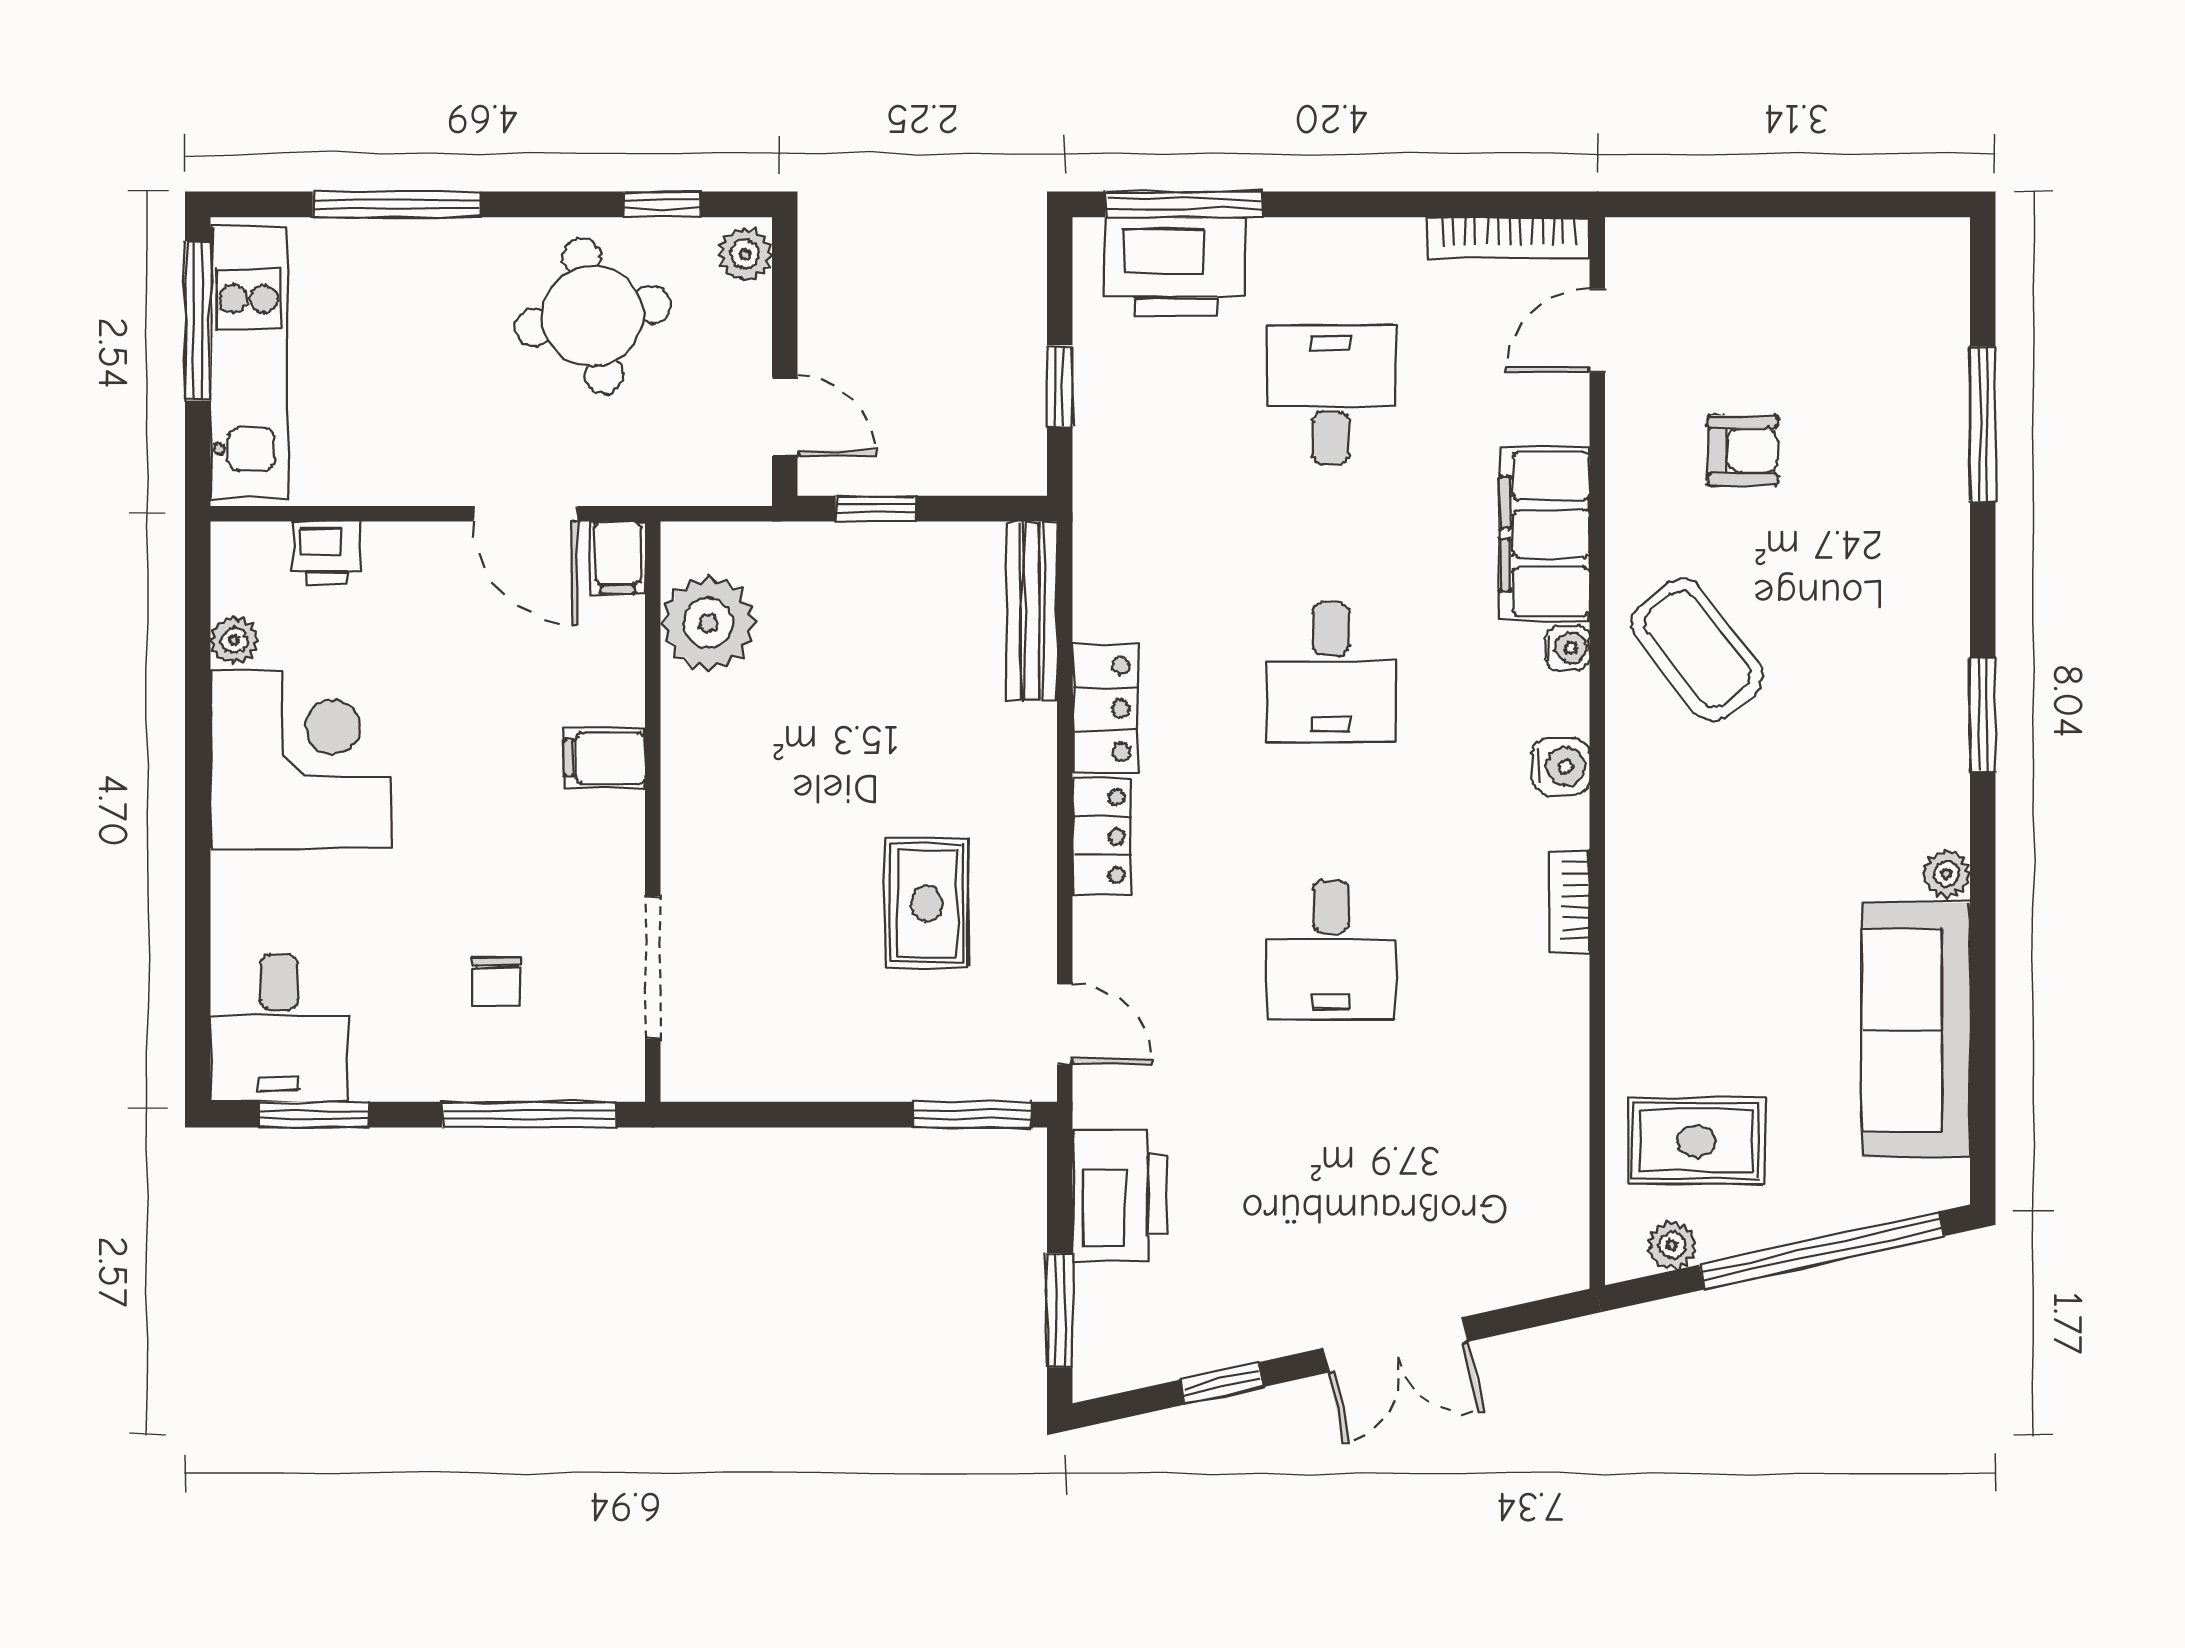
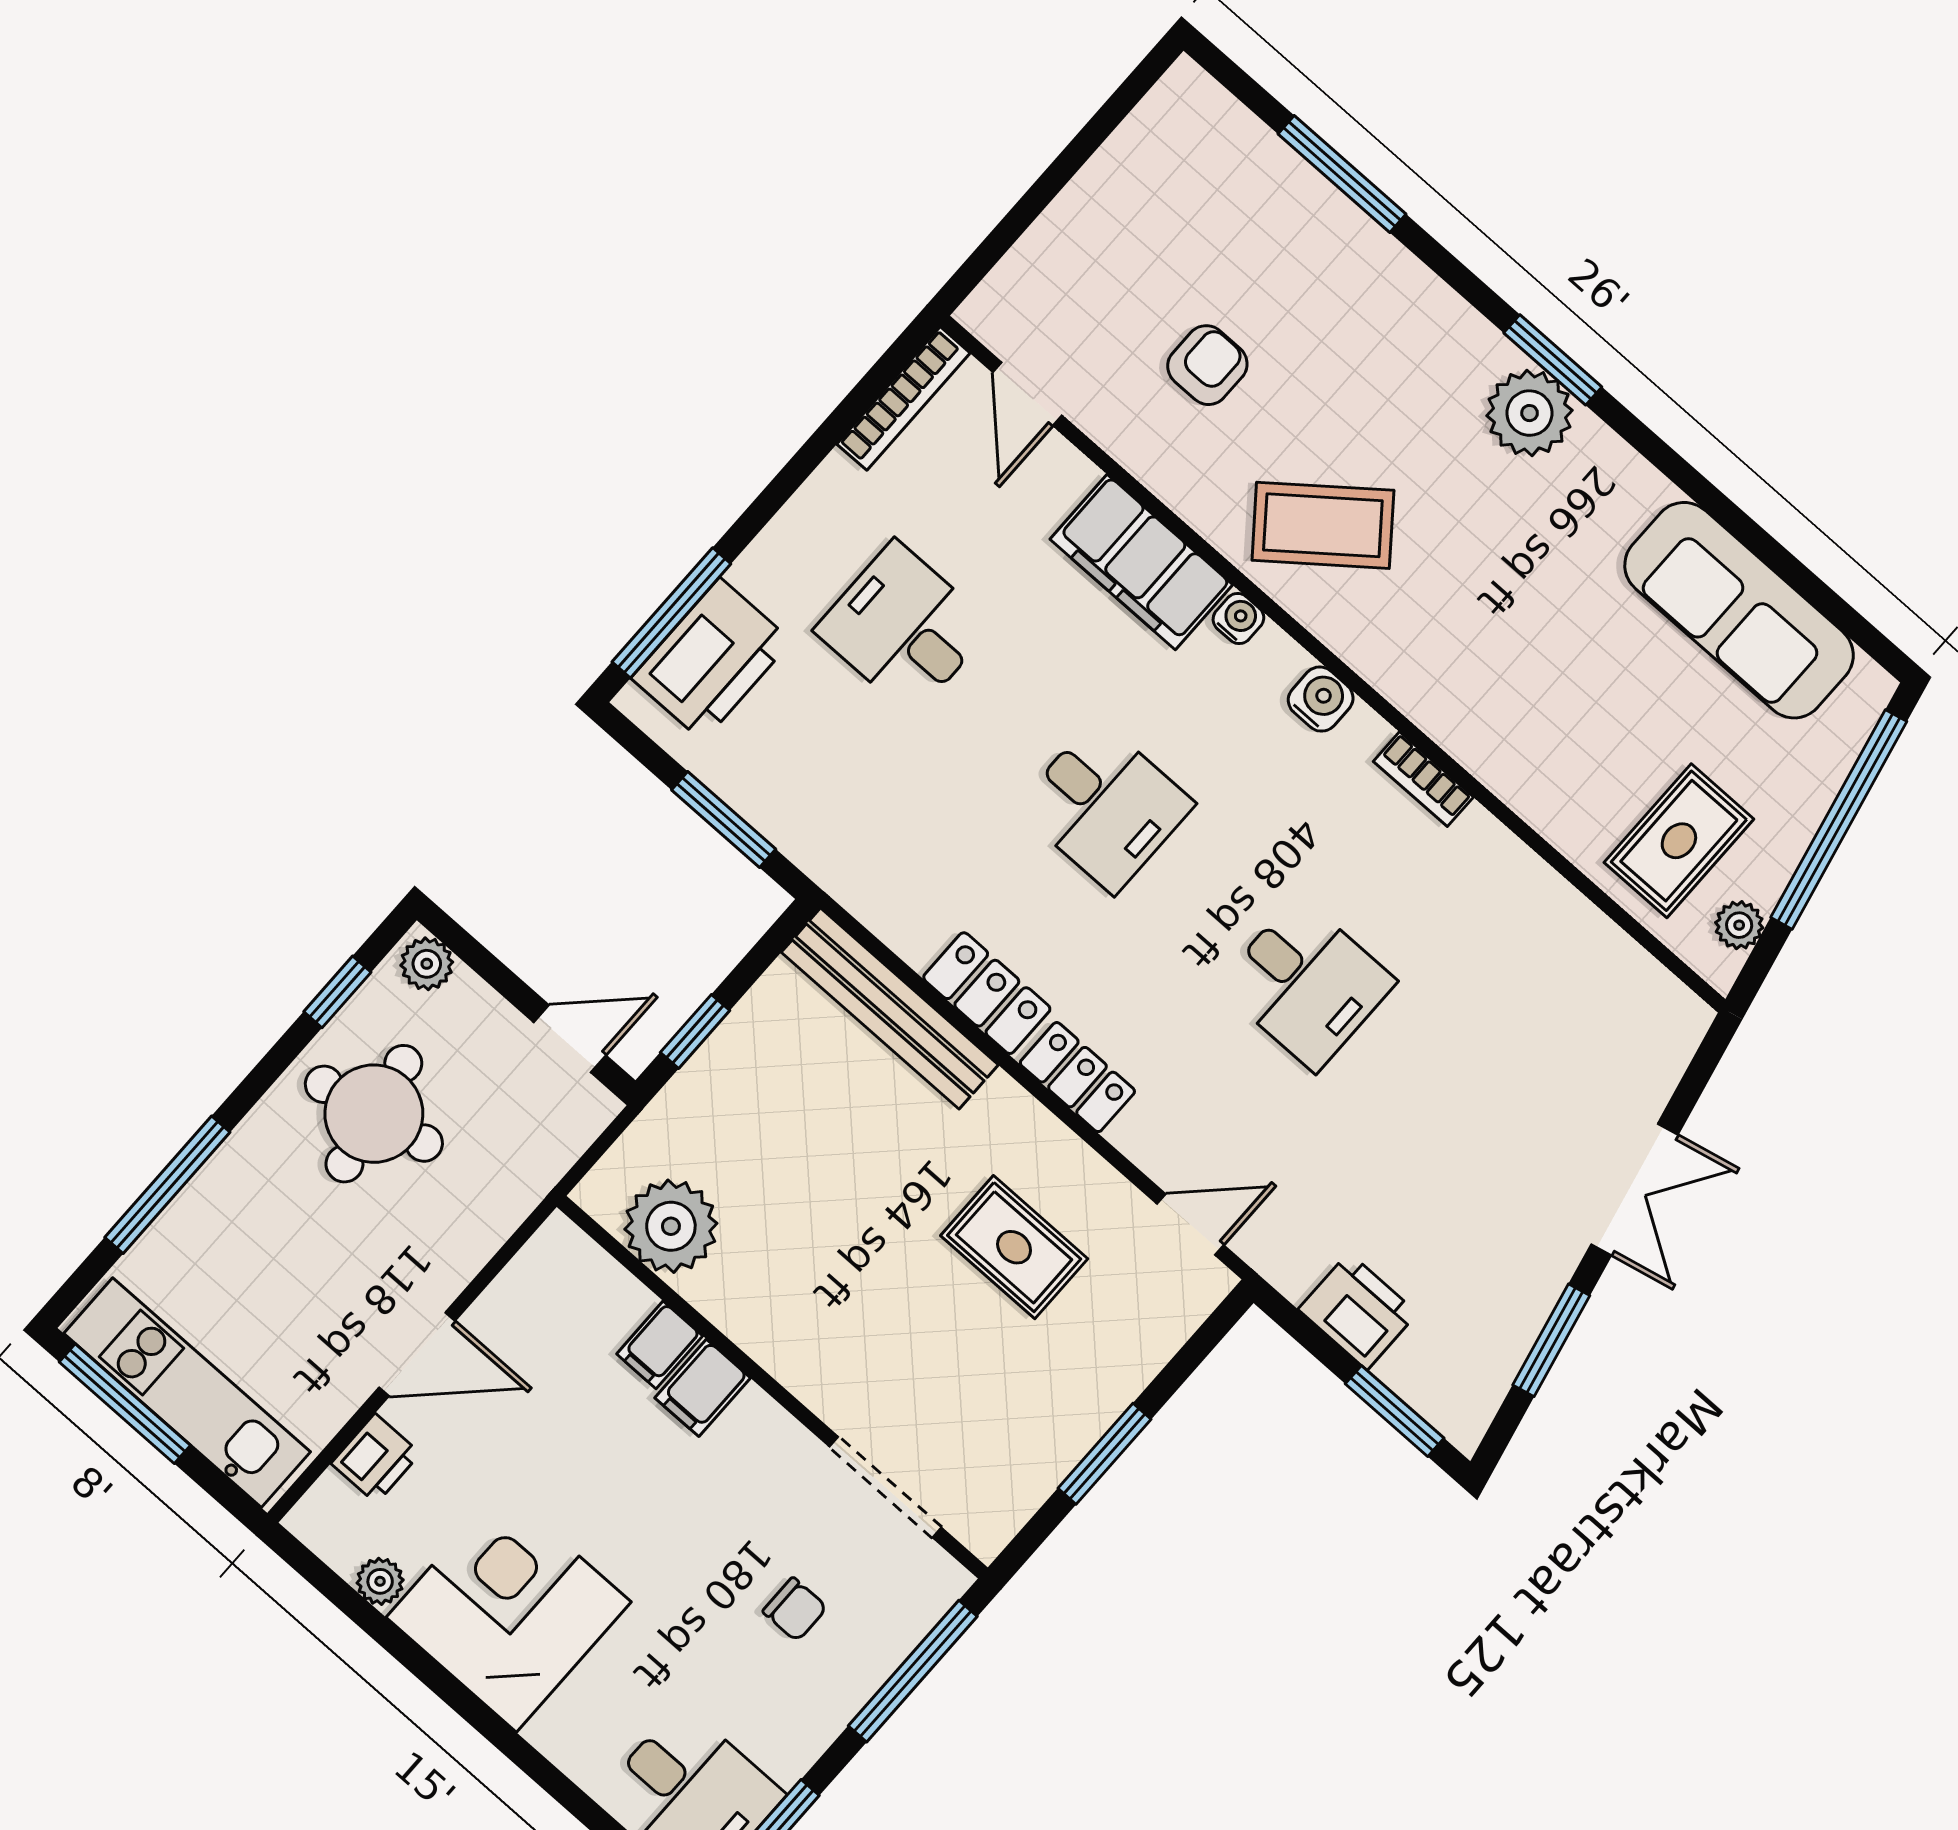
window: (1060, 386) -> (724, 819), width x1.50
door: (526, 514) -> (417, 1354), moved
filing cabinet: (618, 558) -> (660, 1345), moved, turned 90
bench: (1032, 611) -> (890, 1009), width x1.37, depth x1.21
plant: (1946, 874) -> (1530, 413), moved, width x1.87, depth x1.87
window: (972, 1115) -> (1104, 1454), moved
printer: (1120, 1196) -> (1358, 1311), width x0.73, depth x0.84
window: (1222, 1383) -> (1551, 1340), width x1.50

